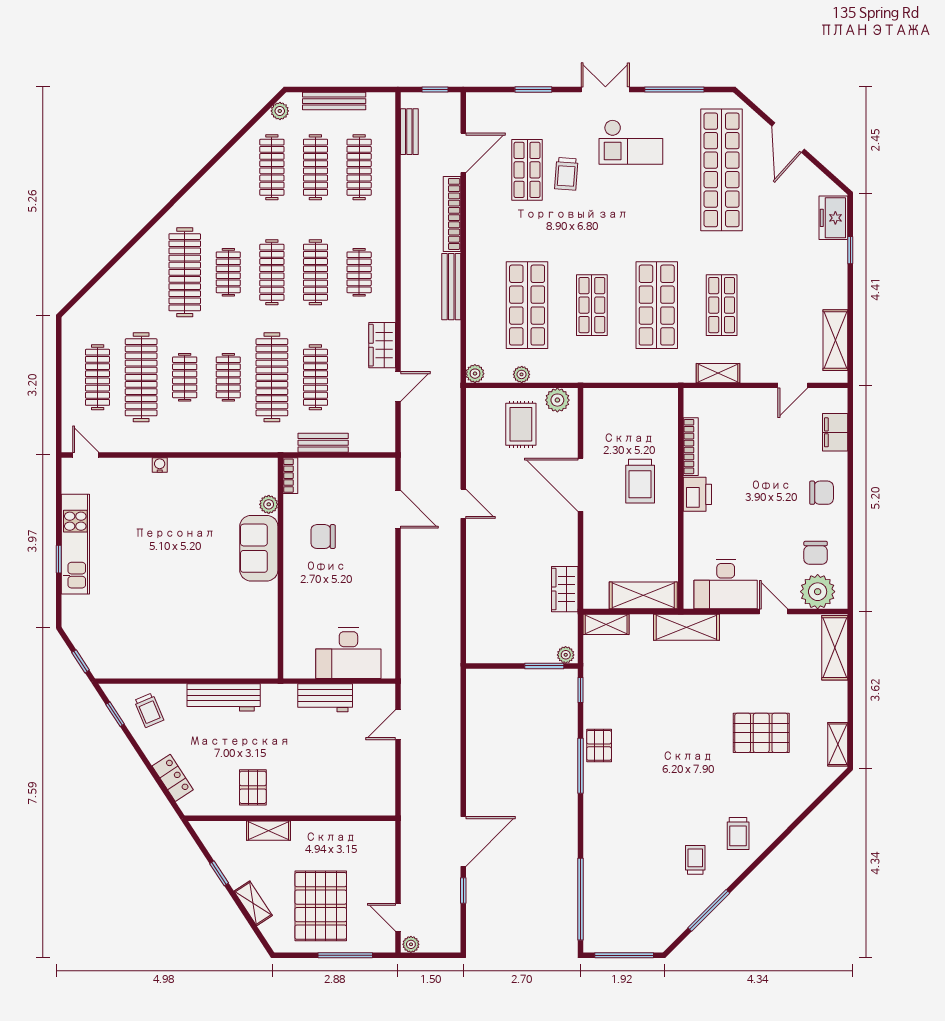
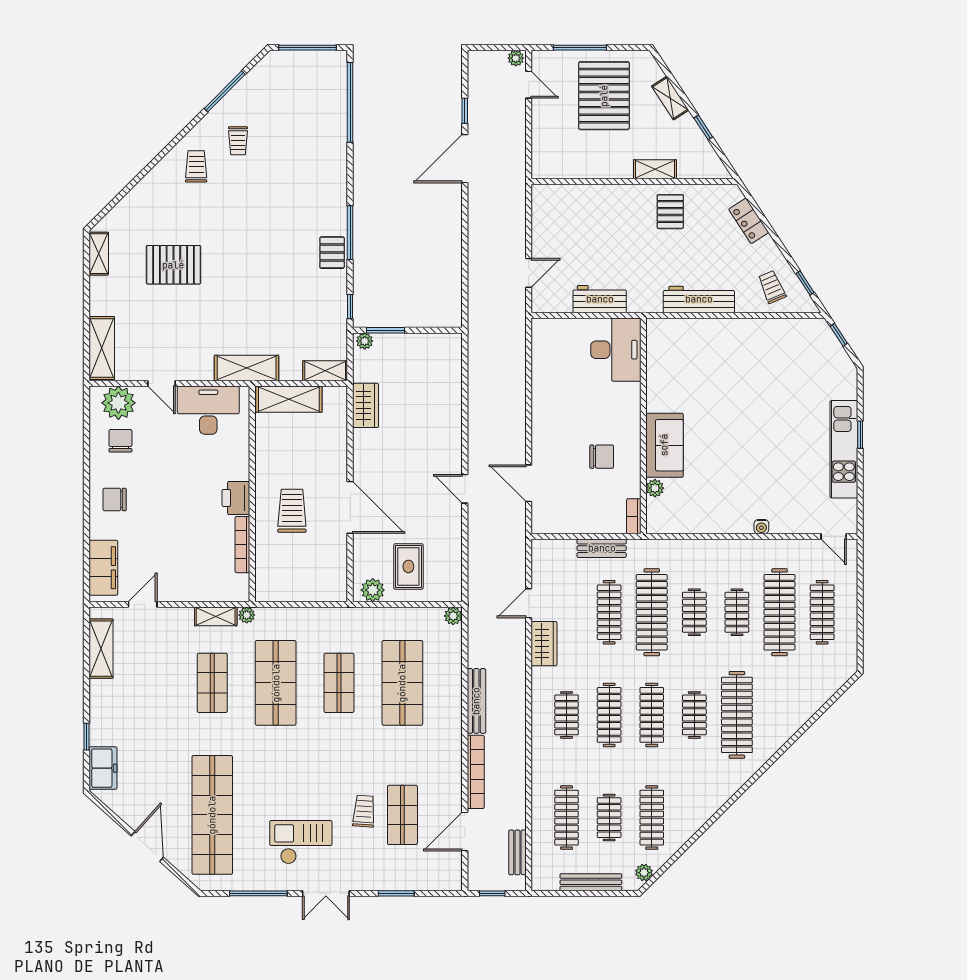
clothes rail: (315, 167) -> (609, 818), width x0.73
plant: (522, 374) -> (247, 615), moved
filing cabinet: (835, 432) -> (103, 568), width x1.50, depth x1.17
desk: (348, 653) -> (616, 350), moved, turned 90

